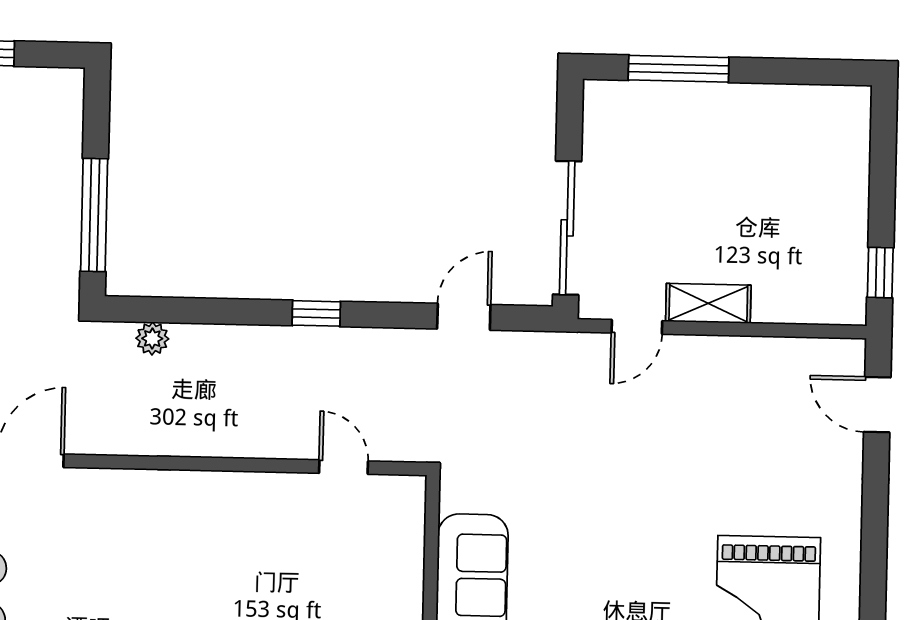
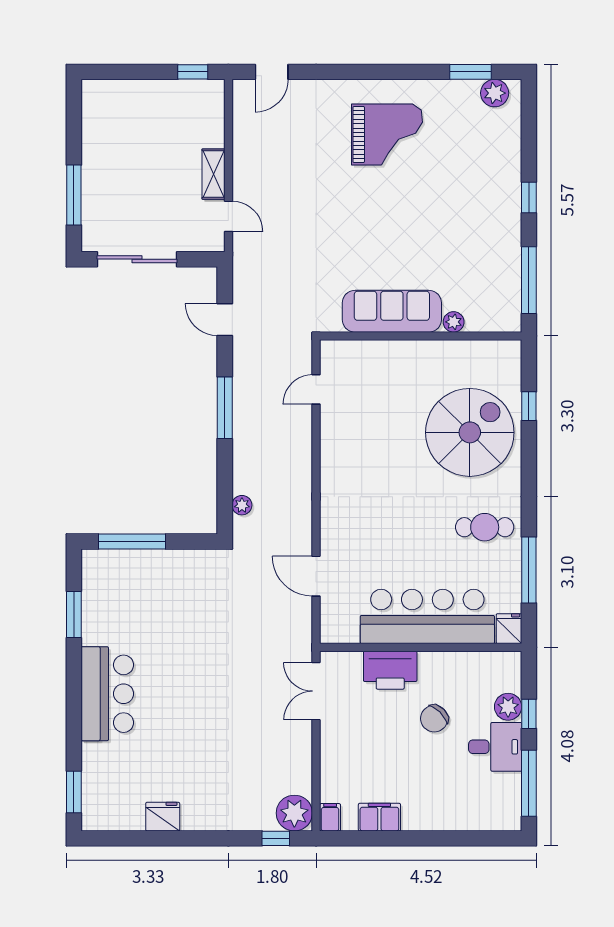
window: (94, 215) -> (132, 542), moved
sliding door: (567, 228) -> (137, 259), moved
window: (316, 313) -> (225, 408), width x2.17

